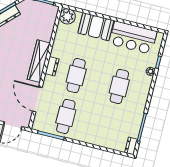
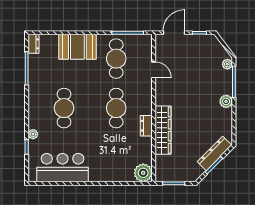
booth: (96, 27) -> (77, 47), moved
wardrobe: (39, 61) -> (163, 130), moved
dresser: (52, 66) -> (146, 126), moved
door: (37, 99) -> (154, 70), width x0.53

